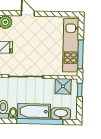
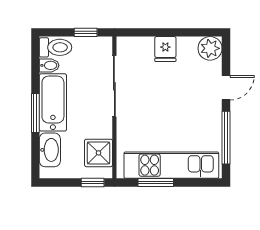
window: (56, 14) -> (226, 138), added
window: (80, 54) -> (156, 183), width x0.69
window: (40, 121) -> (35, 113), width x0.47

